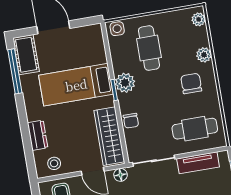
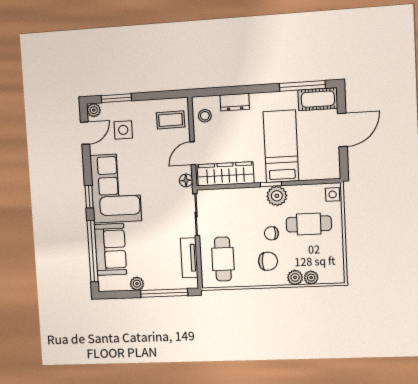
plant: (199, 19) -> (311, 278), moved
chair: (131, 121) -> (271, 233), moved

